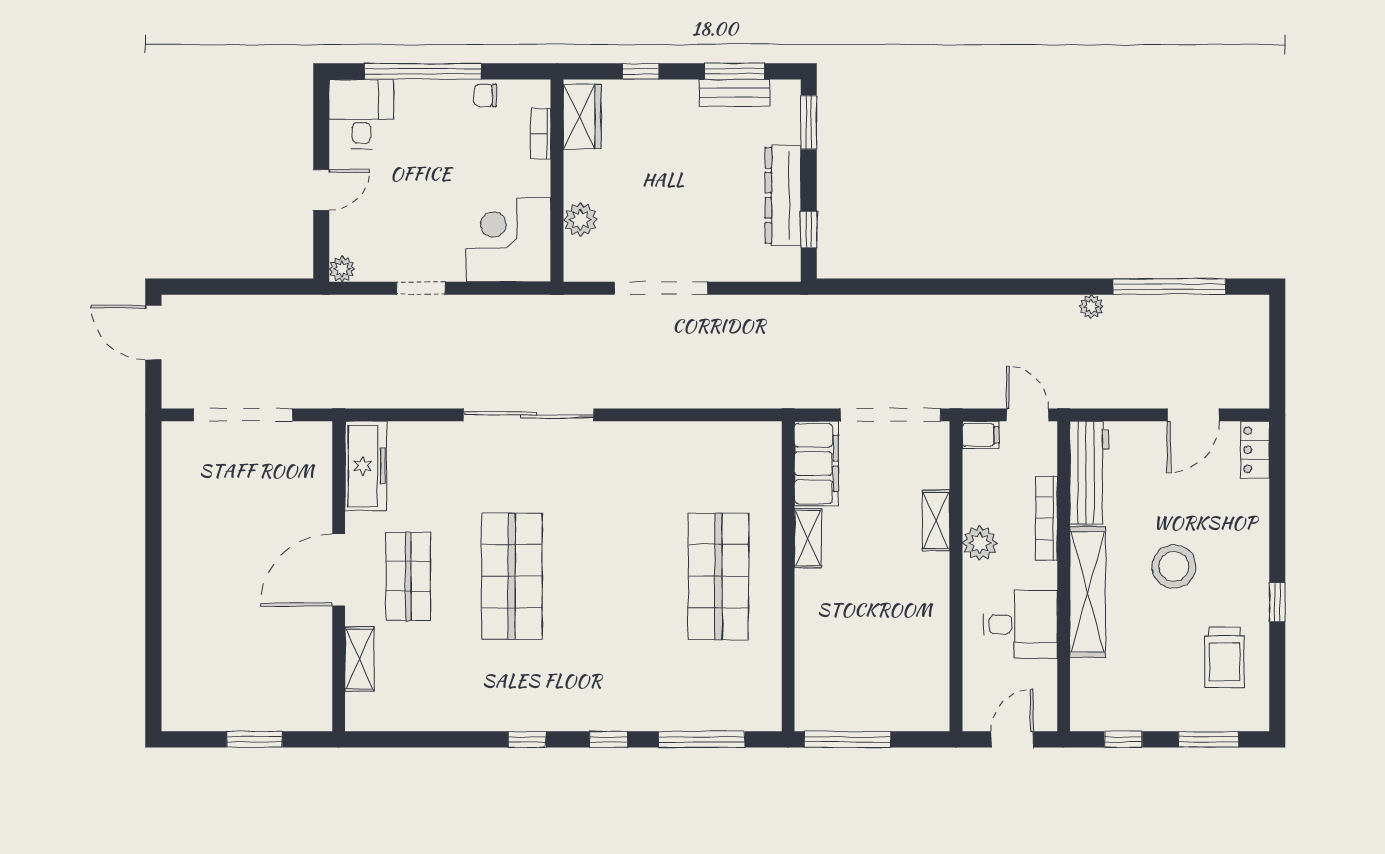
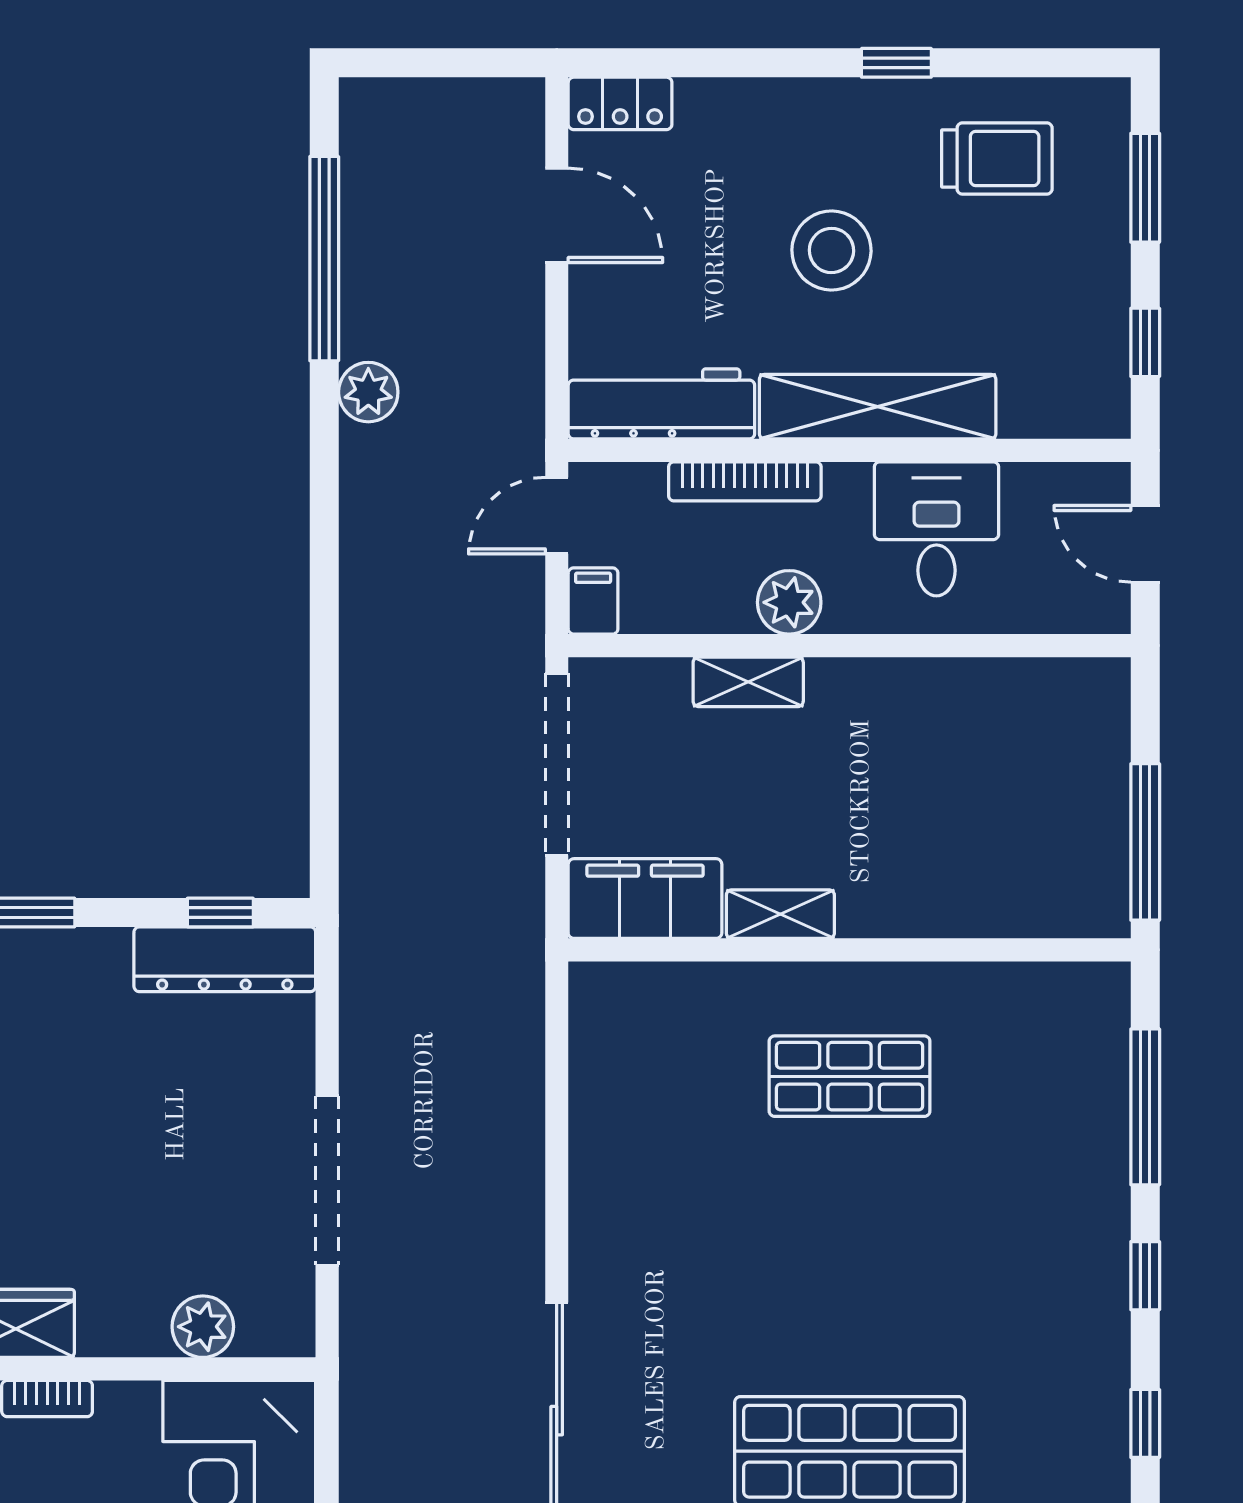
dresser: (783, 195) -> (225, 959), moved
plant: (1091, 306) -> (368, 392), width x1.38, depth x1.38
shop shelf: (719, 576) -> (850, 1076), width x0.70, depth x0.74

